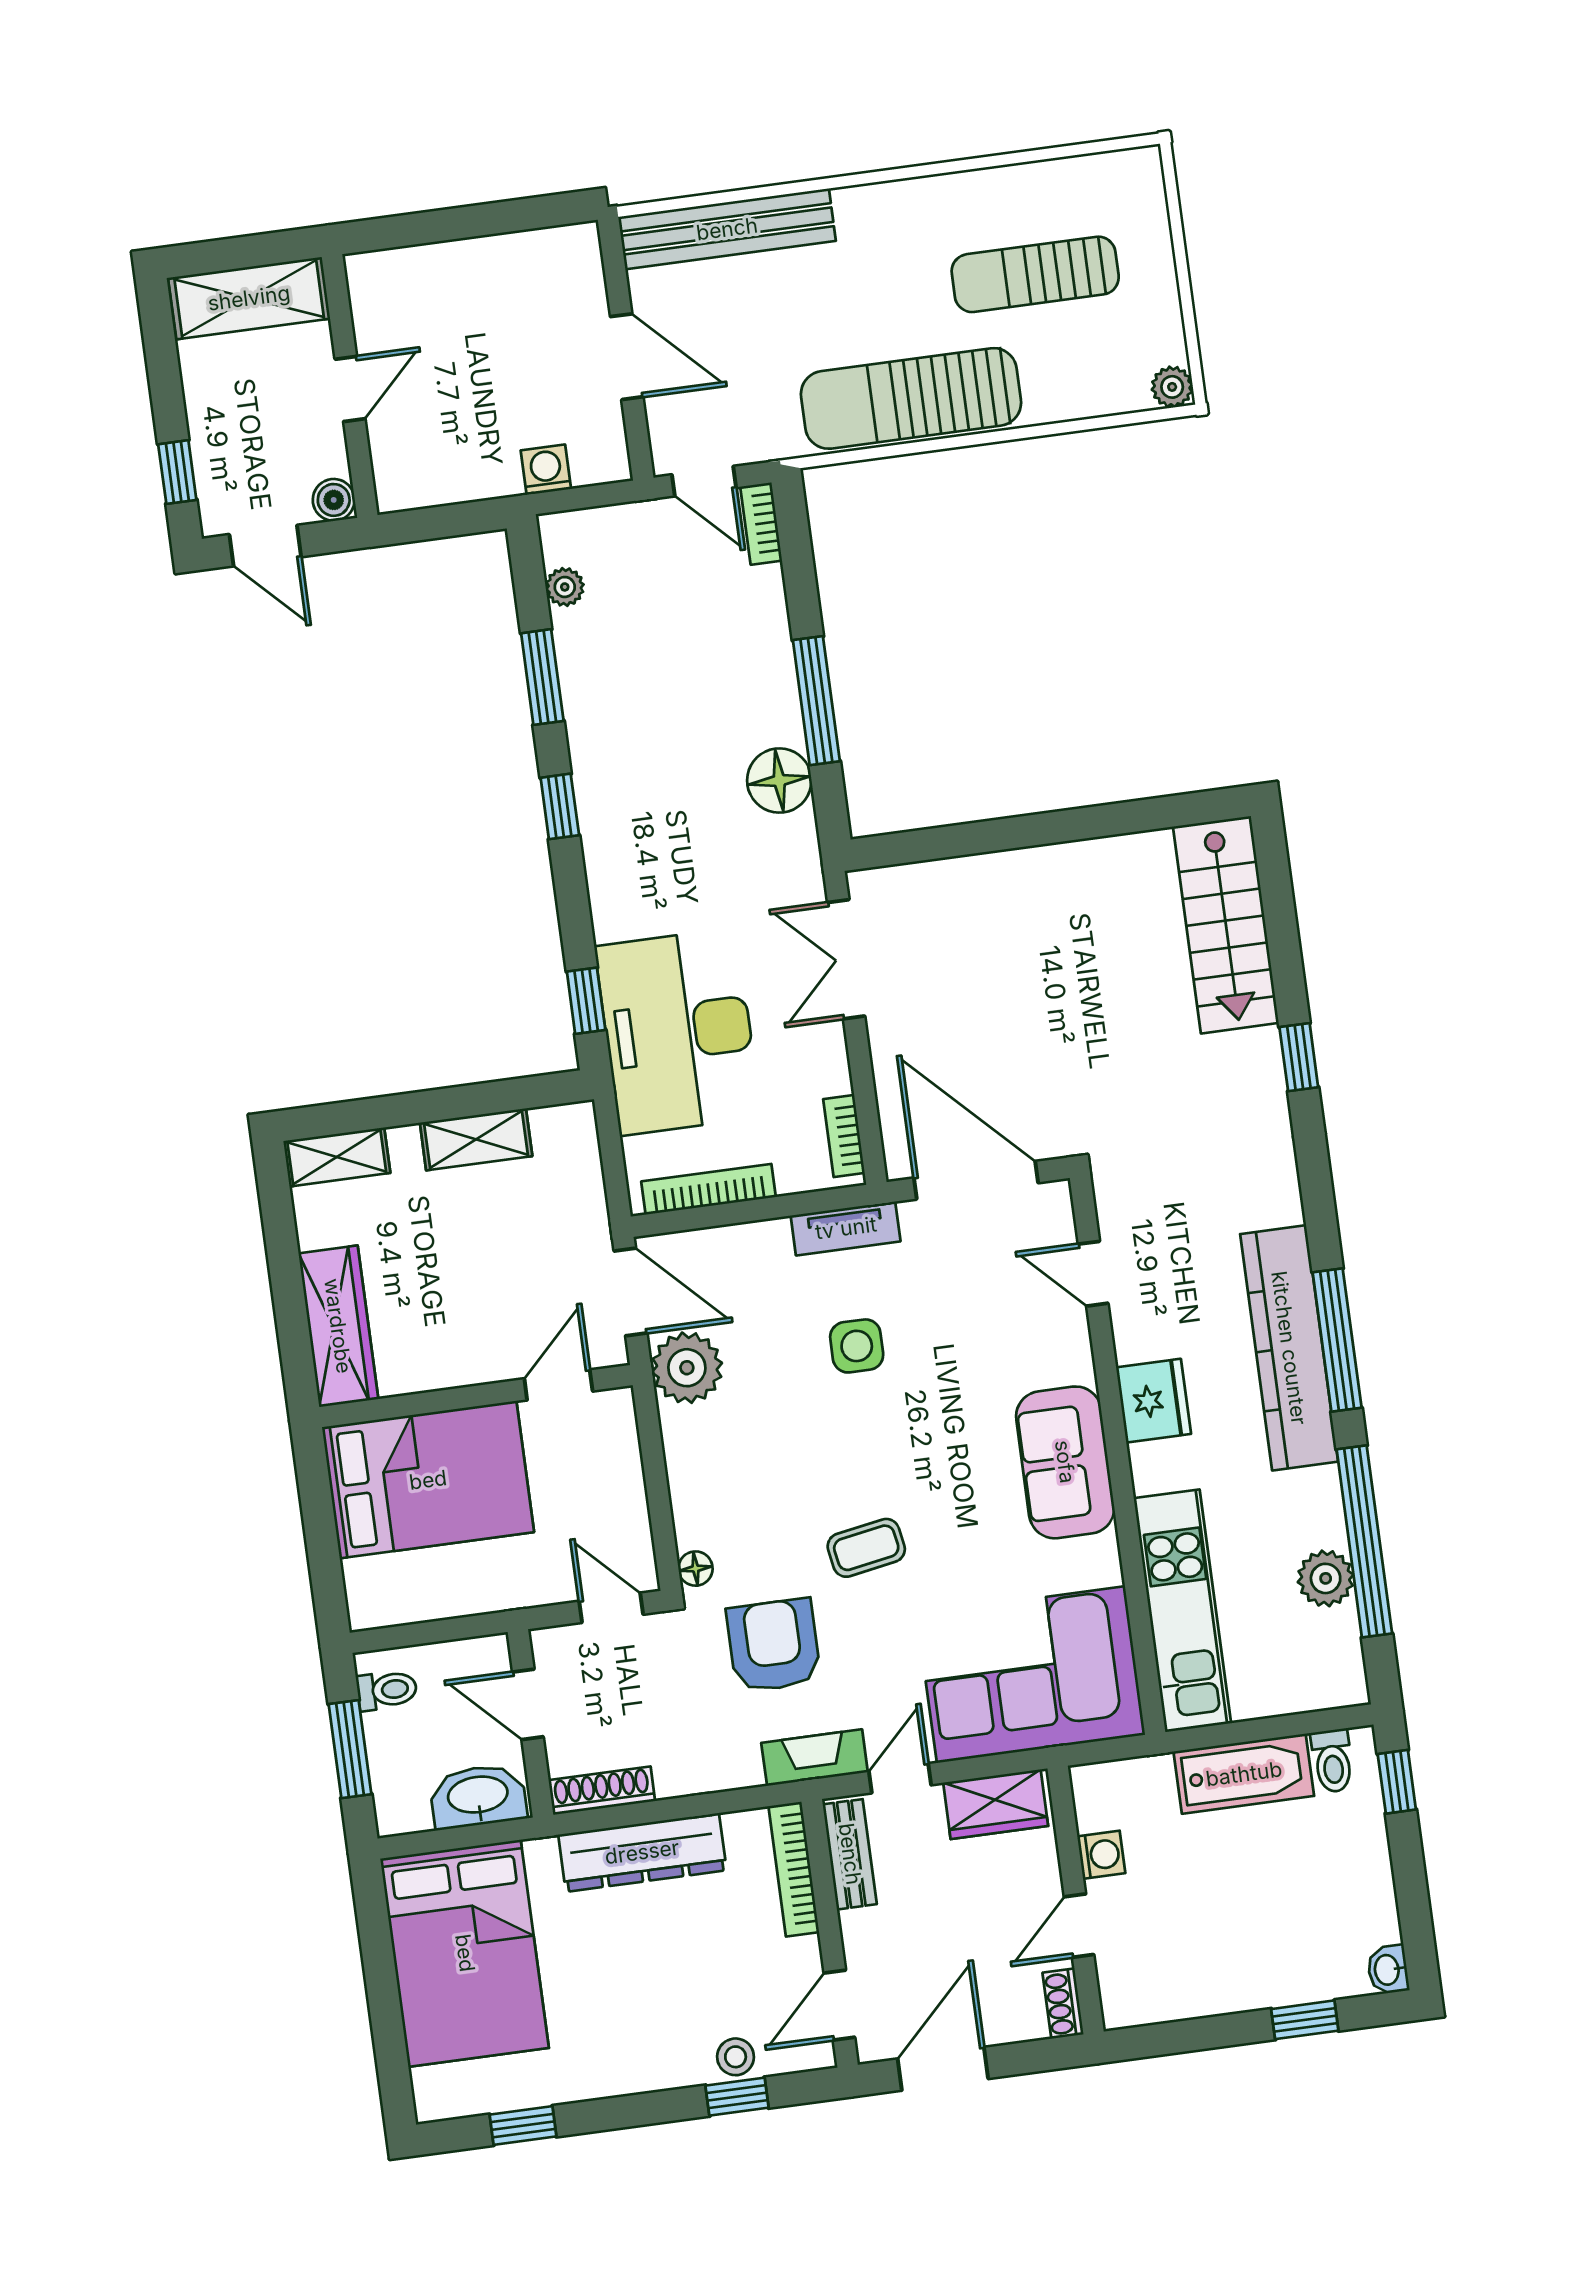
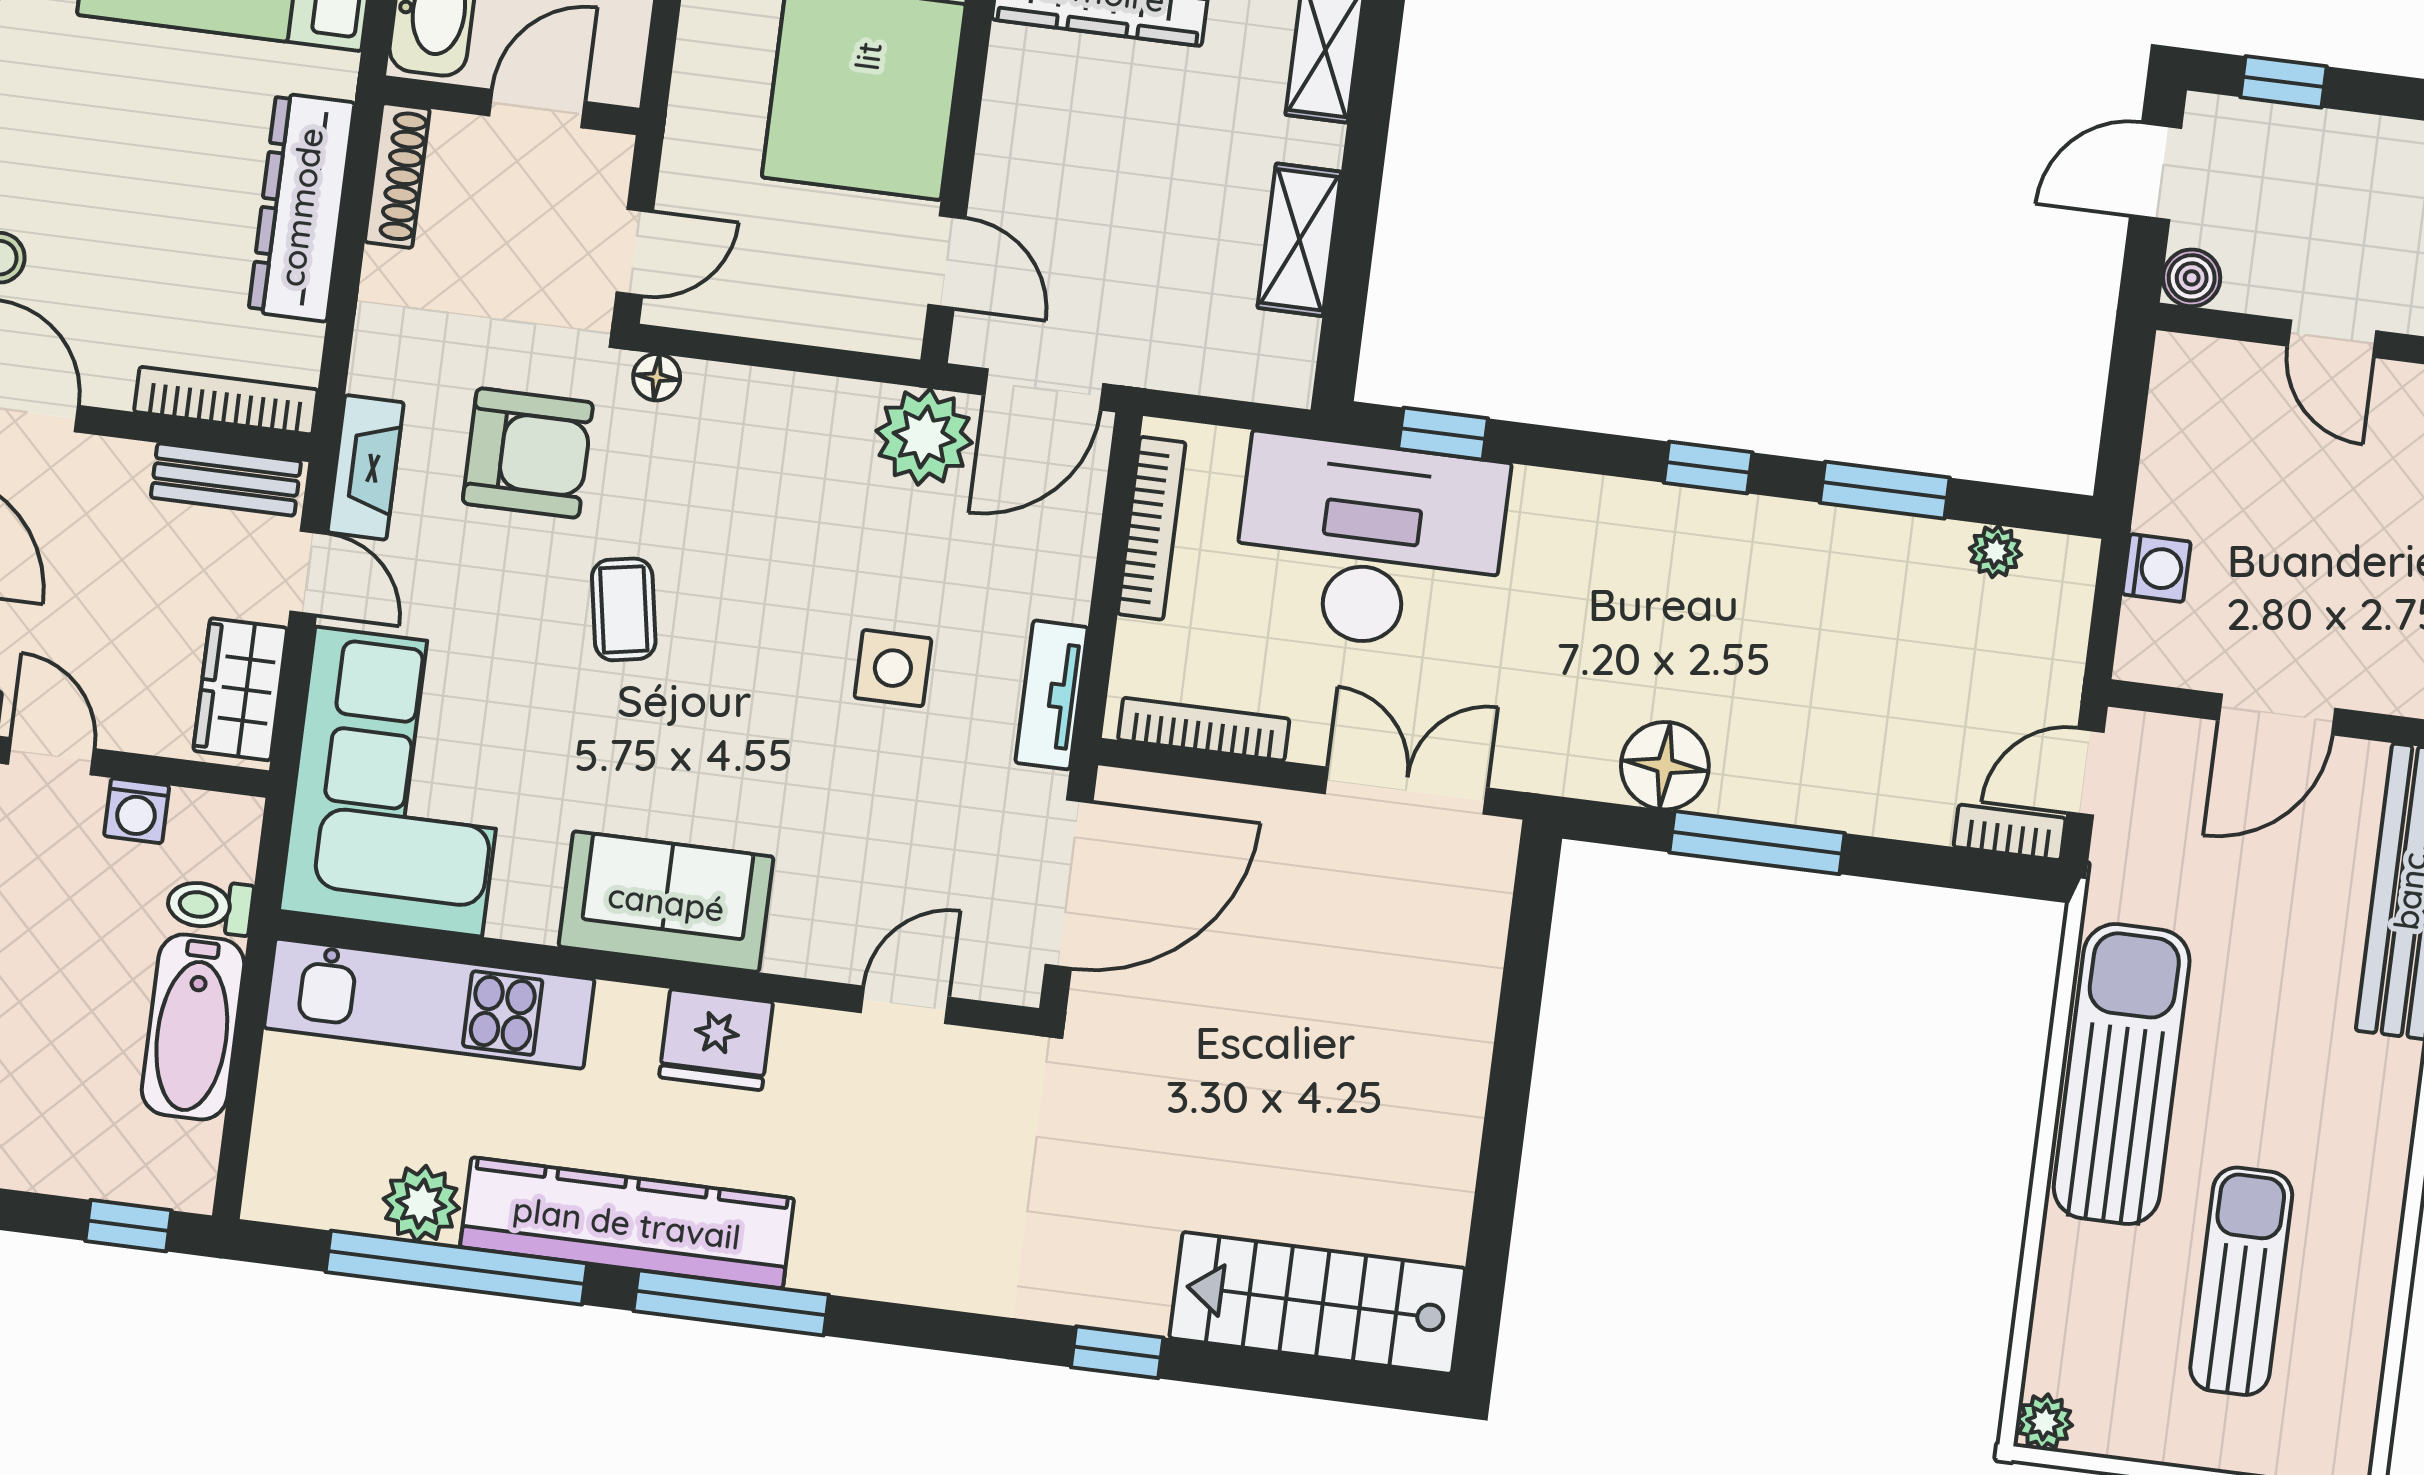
bookcase: (844, 1136) -> (1204, 729), width x1.56
kitchen counter: (1289, 1348) -> (627, 1223), moved
toilet: (1332, 1761) -> (210, 906), moved

